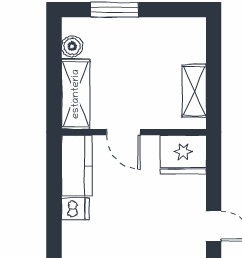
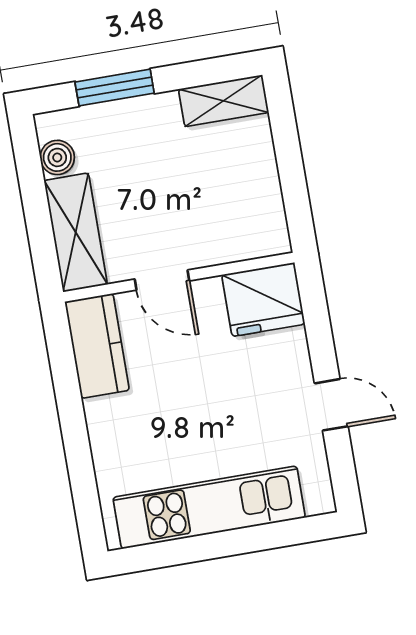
shelving: (194, 91) -> (224, 101), moved, turned 90
dishwasher: (75, 209) -> (107, 415), removed

